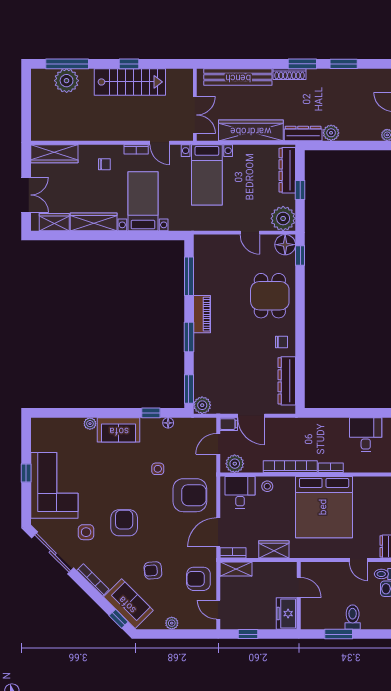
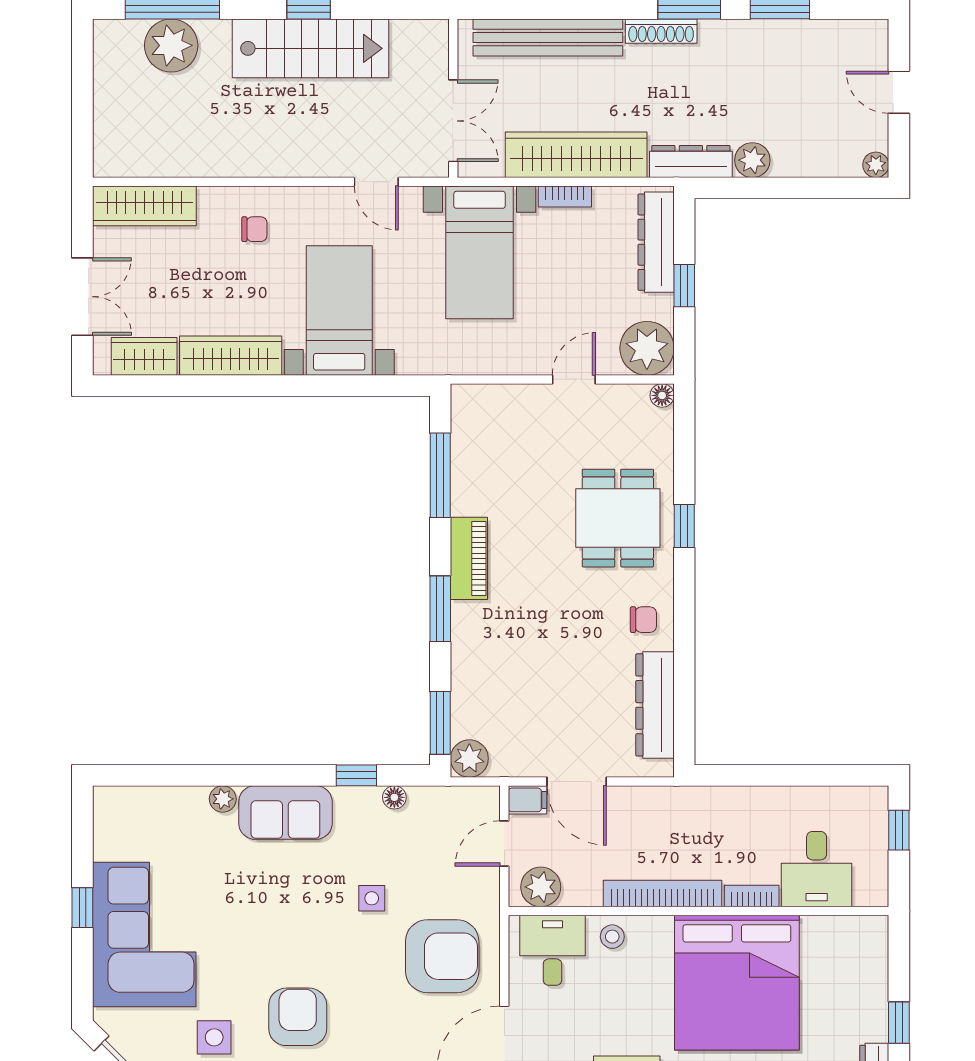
bookcase: (136, 149) -> (565, 196), moved
door: (250, 233) -> (574, 379), swing flipped
floor lamp: (285, 245) -> (662, 395), width x0.53, depth x0.53
window: (300, 255) -> (684, 526), moved
desk: (366, 435) -> (817, 869), moved, turned 180

